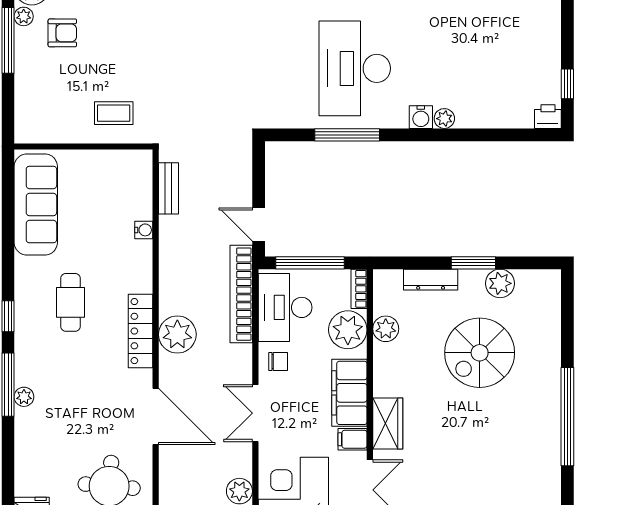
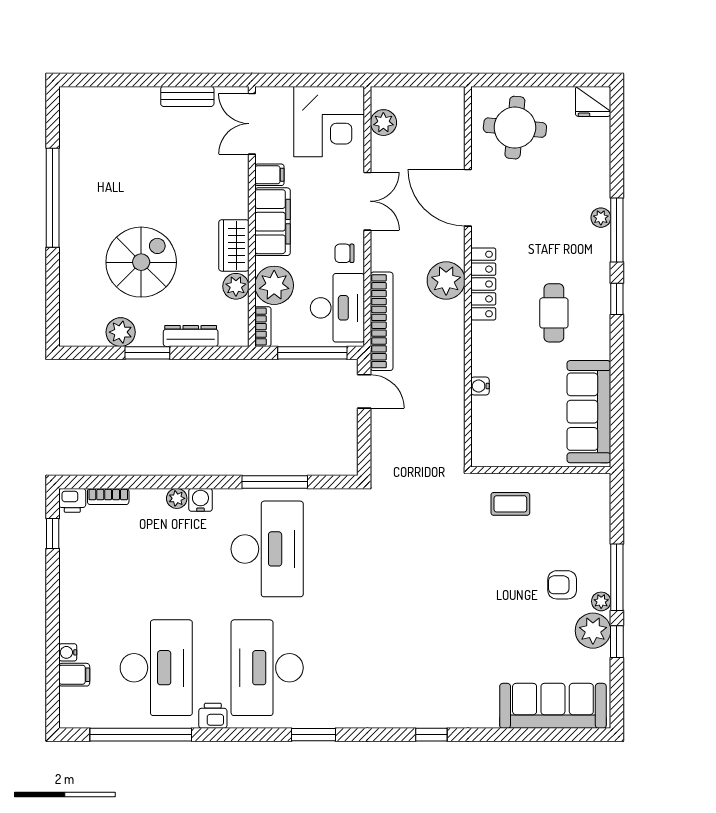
bookcase: (512, 120) -> (108, 497), added
bench: (169, 188) -> (455, 428), removed
wardrobe: (388, 423) -> (234, 245), moved

